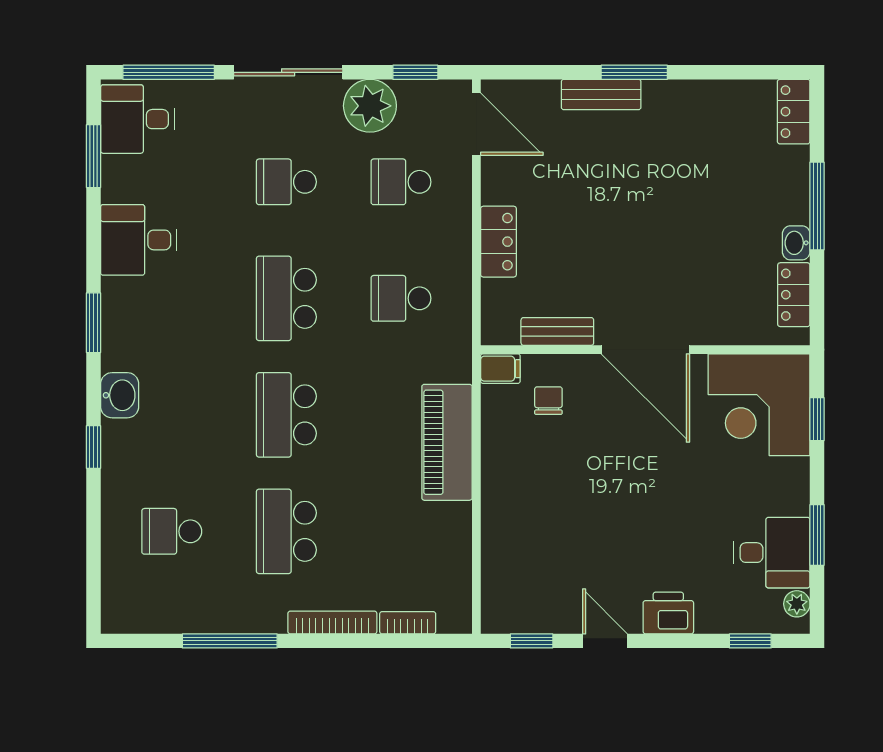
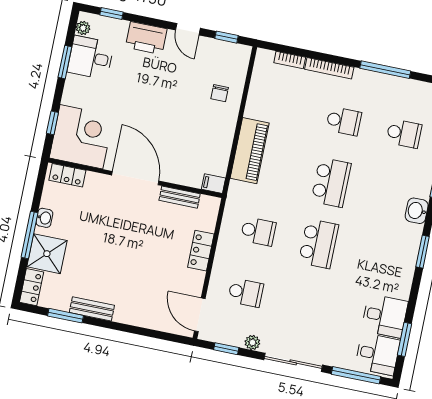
window: (634, 72) -> (65, 316), moved
bench: (601, 95) -> (92, 309), moved
plant: (370, 106) -> (252, 342), width x0.53, depth x0.53
shower: (778, 178) -> (47, 254), added
school desk: (286, 182) -> (306, 305), removed
desk: (139, 240) -> (385, 316), moved
locker: (794, 295) -> (67, 175), moved, turned 90
chair: (548, 401) -> (220, 93), moved
school desk: (286, 531) -> (344, 121), width x0.54
printer: (668, 613) -> (146, 38), width x1.37, depth x1.19

